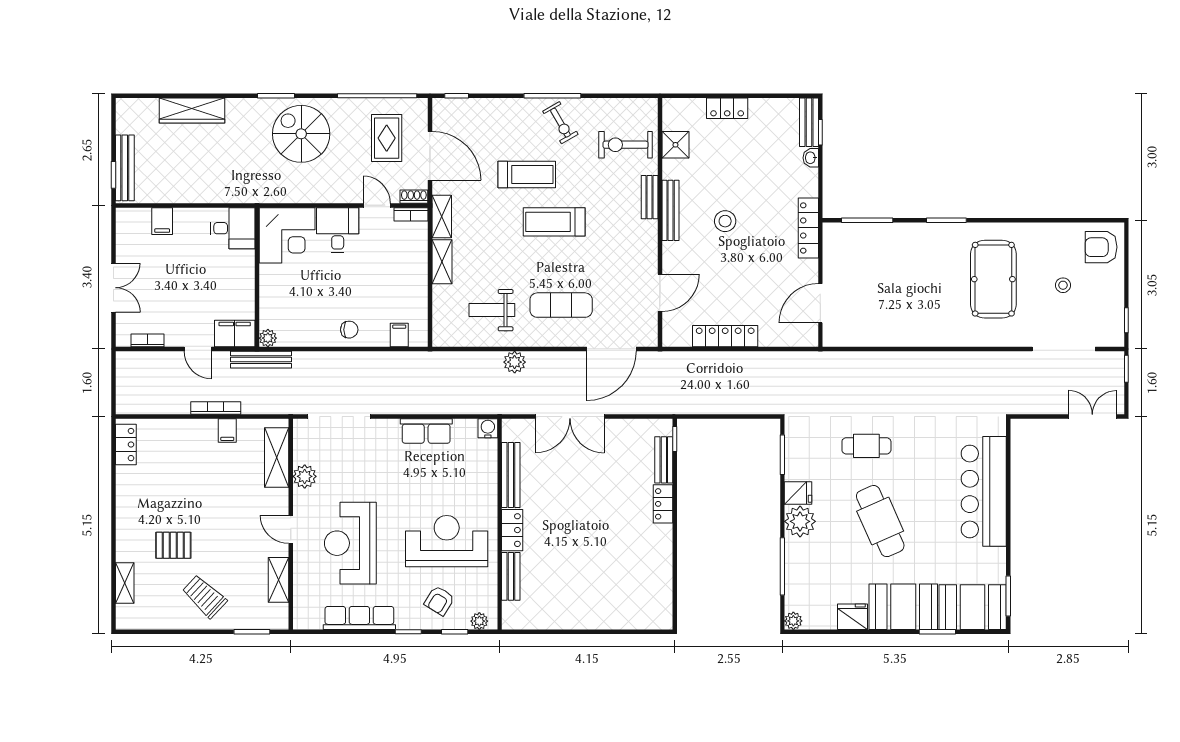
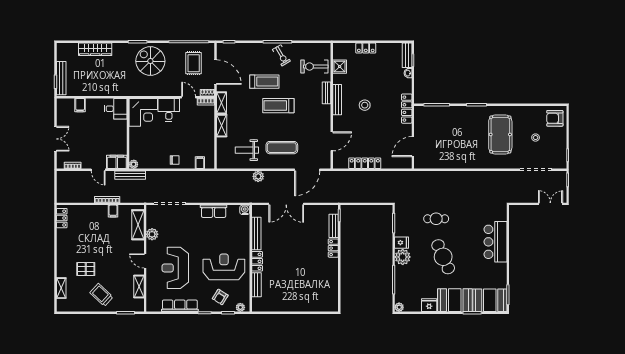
bar counter: (984, 491) -> (495, 242), width x0.73

